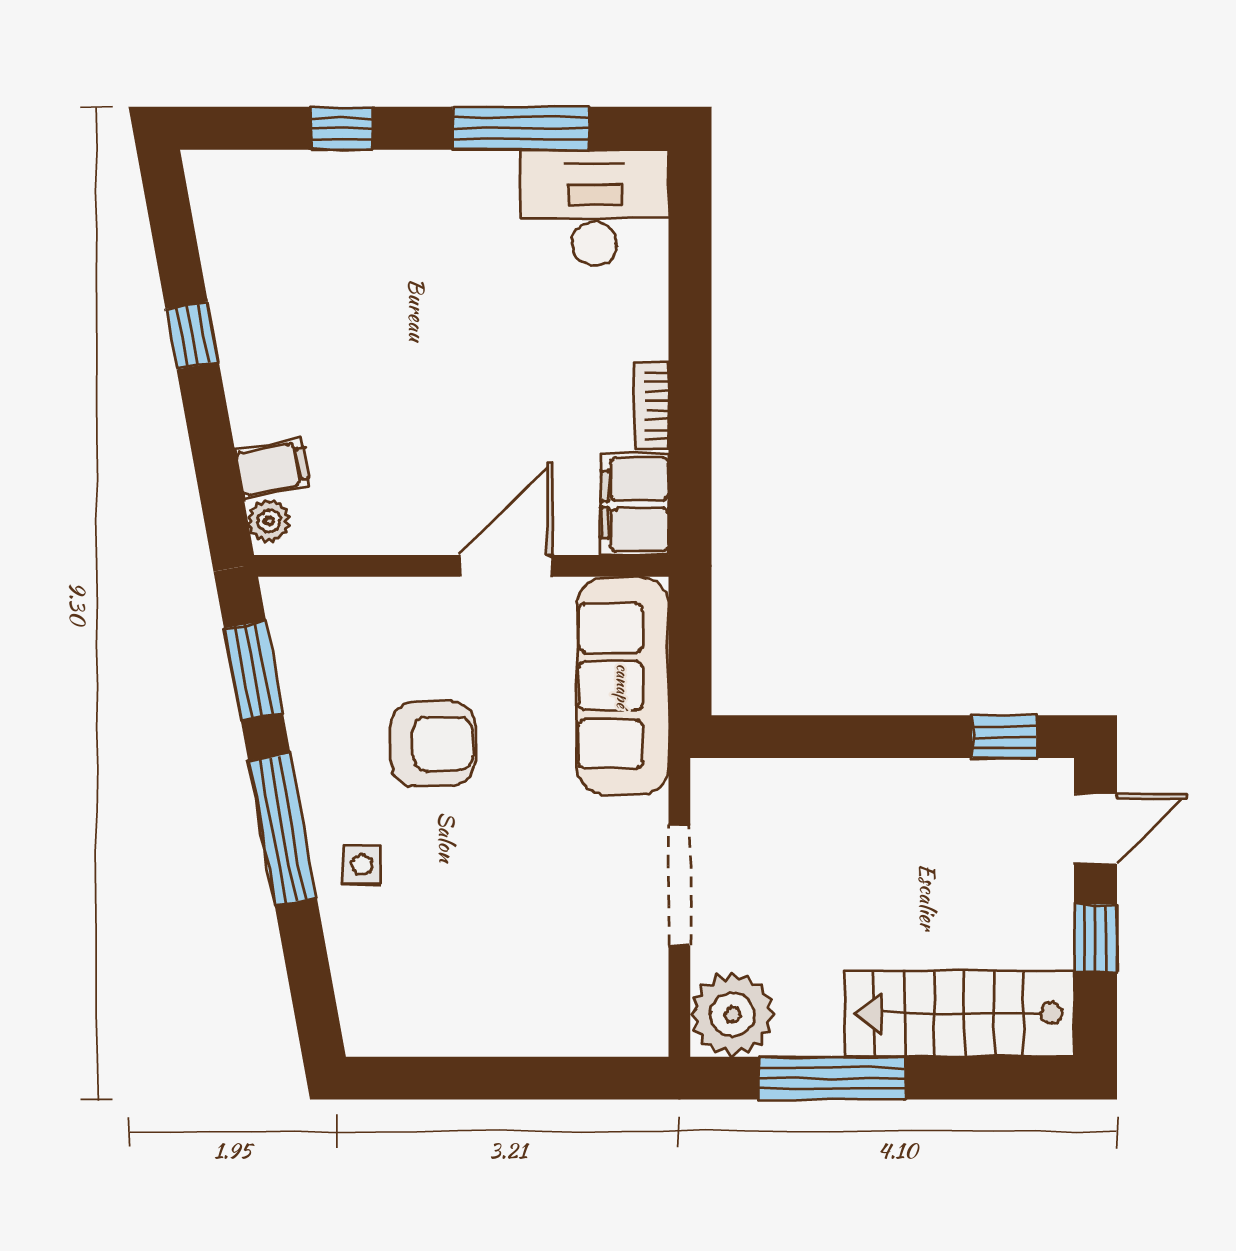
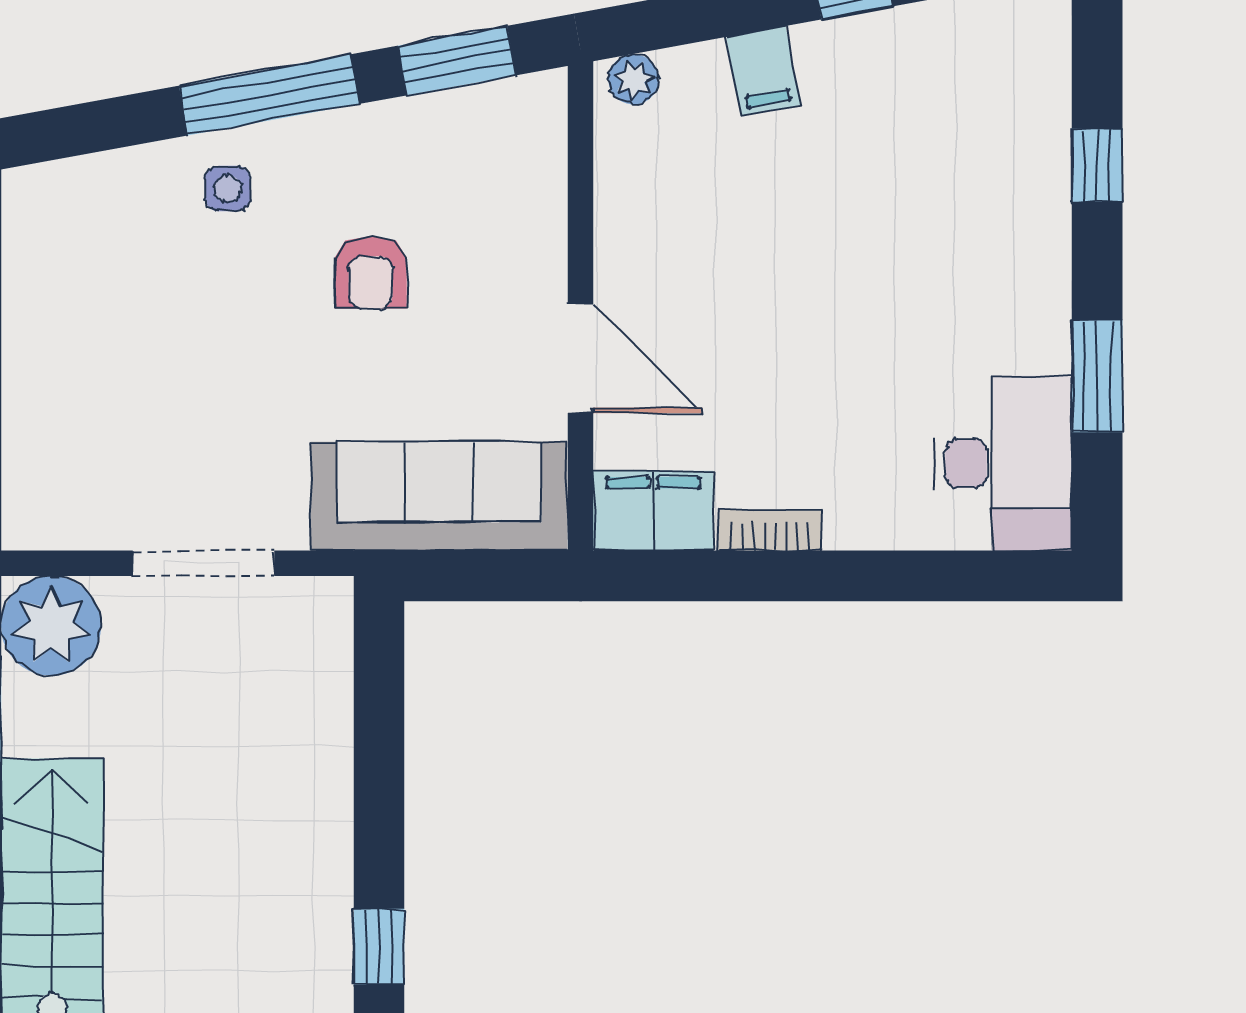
window: (521, 128) -> (1097, 376), width x0.69
filing cabinet: (273, 469) -> (763, 71), moved
armchair: (433, 744) -> (371, 272), width x0.72, depth x0.72

